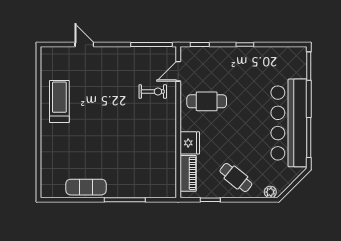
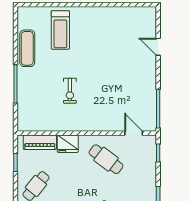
door: (84, 45) -> (158, 47), swing flipped
exercise bike: (153, 91) -> (70, 91), moved
treadmill: (59, 101) -> (60, 30), moved, turned 90
cafe table: (207, 101) -> (106, 159), turned -53

